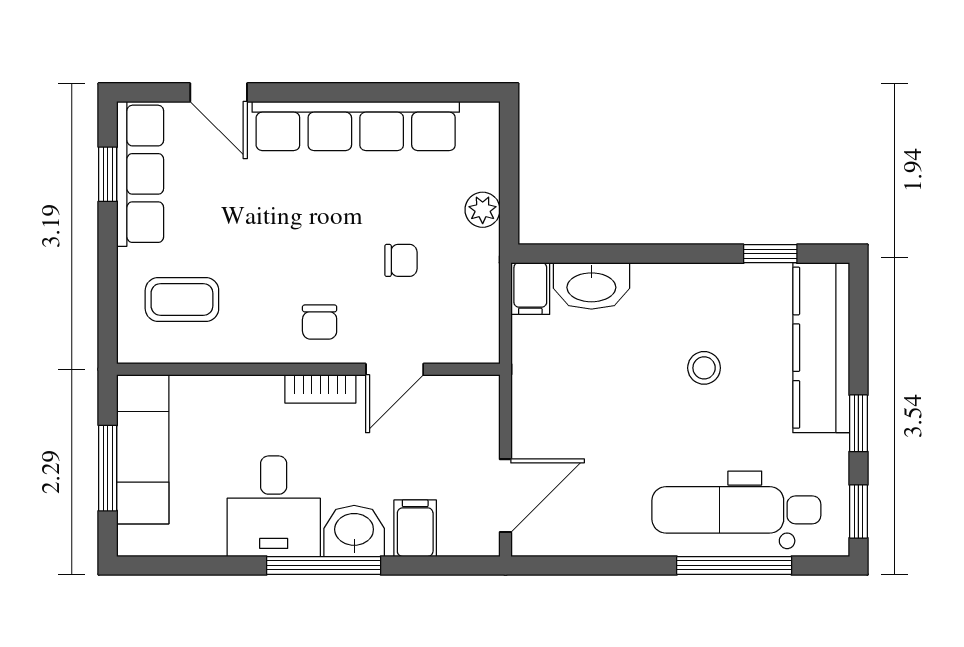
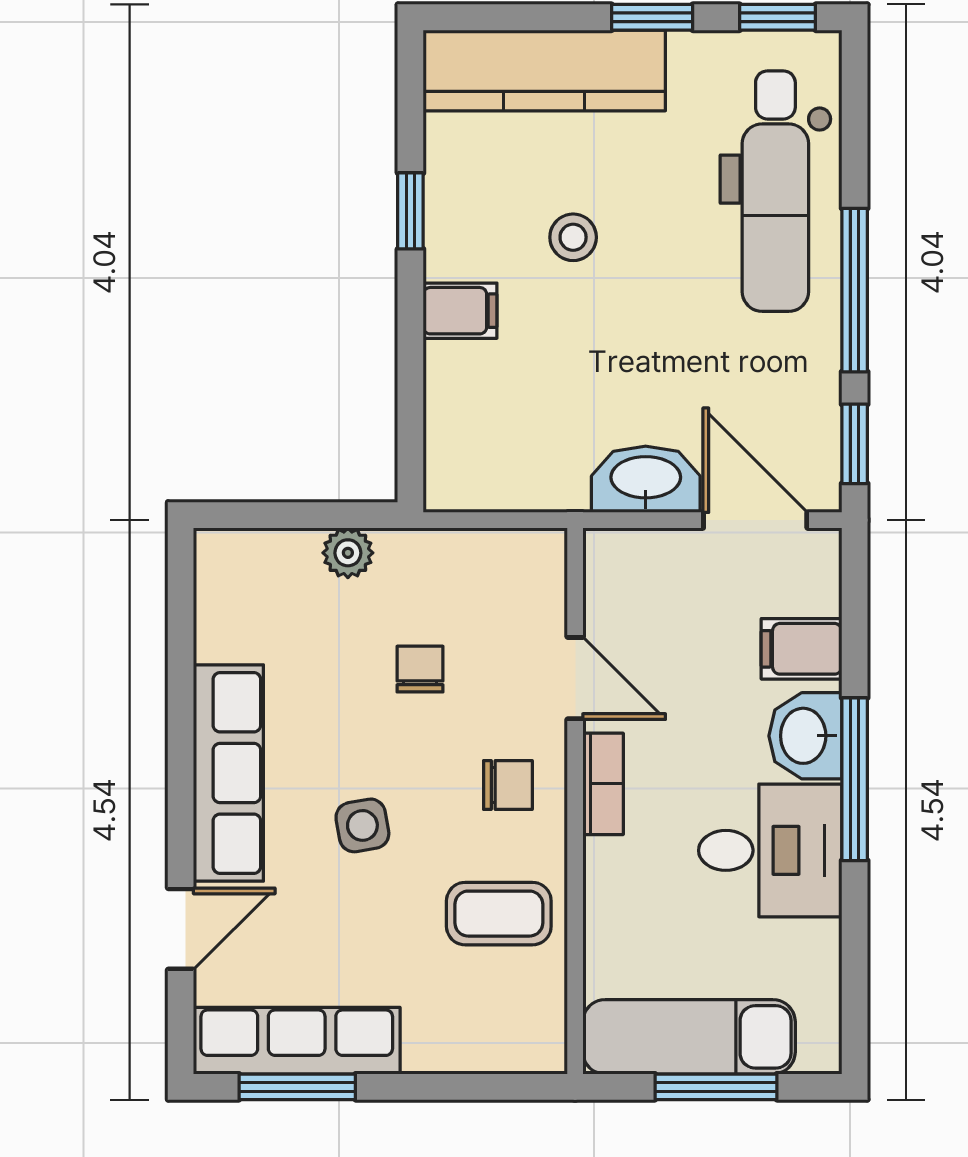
row of seats: (356, 126) -> (228, 773), width x0.73
window: (108, 174) -> (297, 1087), width x1.50
side table: (291, 220) -> (362, 825), added
window: (770, 254) -> (410, 211), moved
washbasin: (591, 286) -> (646, 479), moved, turned -90
filing cabinet: (530, 289) -> (460, 311), moved
coffee table: (182, 299) -> (499, 914), moved, turned 90
window: (559, 565) -> (855, 444), added
window: (734, 565) -> (855, 290), moved

